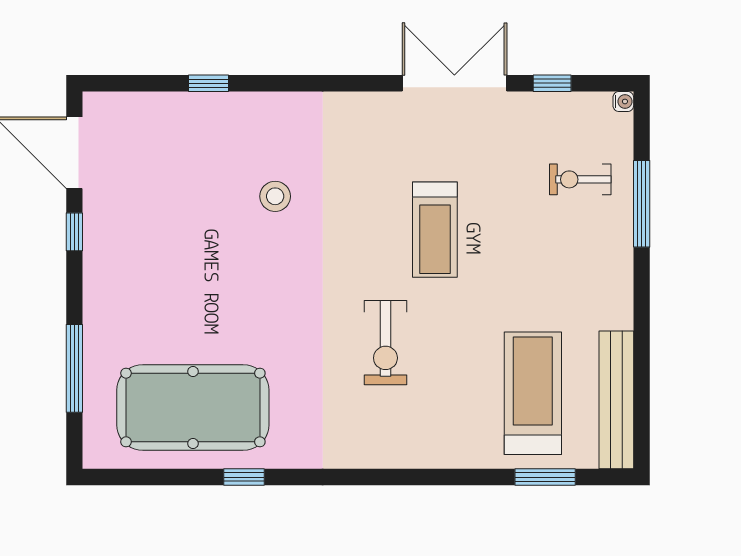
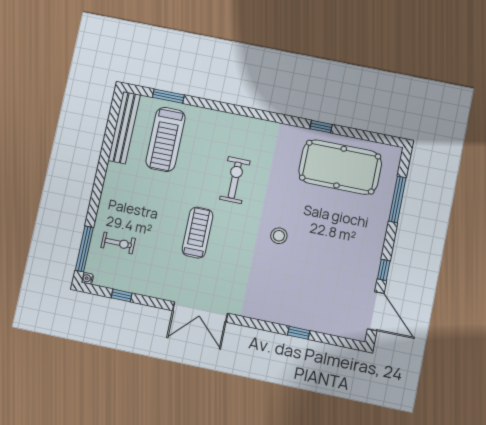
double door: (454, 83) -> (200, 312), moved
stool: (275, 196) -> (279, 236), moved
window: (642, 204) -> (84, 249), moved

